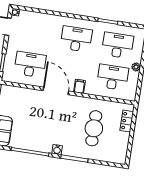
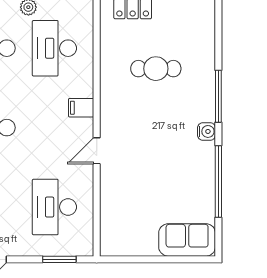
door: (56, 91) -> (97, 151), width x0.53
cafe table: (94, 128) -> (156, 69), width x0.73, depth x0.74

